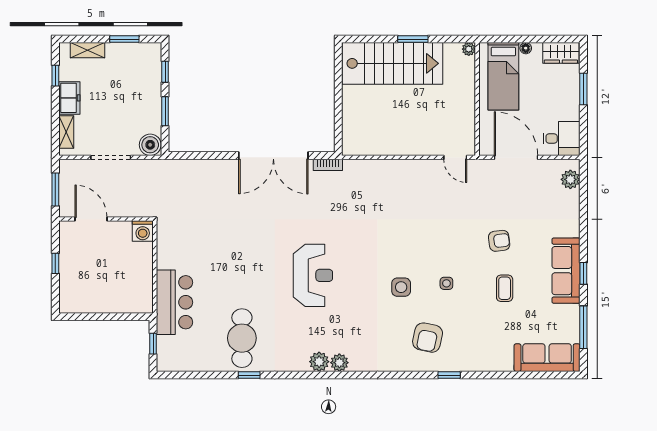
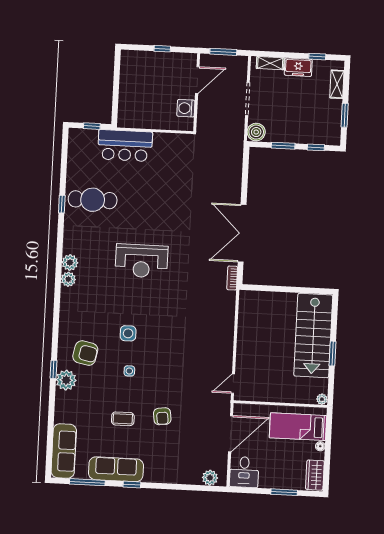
washing machine: (143, 231) -> (186, 108), moved
sofa: (566, 271) -> (116, 469), moved
armchair: (428, 338) -> (85, 353), turned 180
plant: (461, 359) -> (66, 380), added

